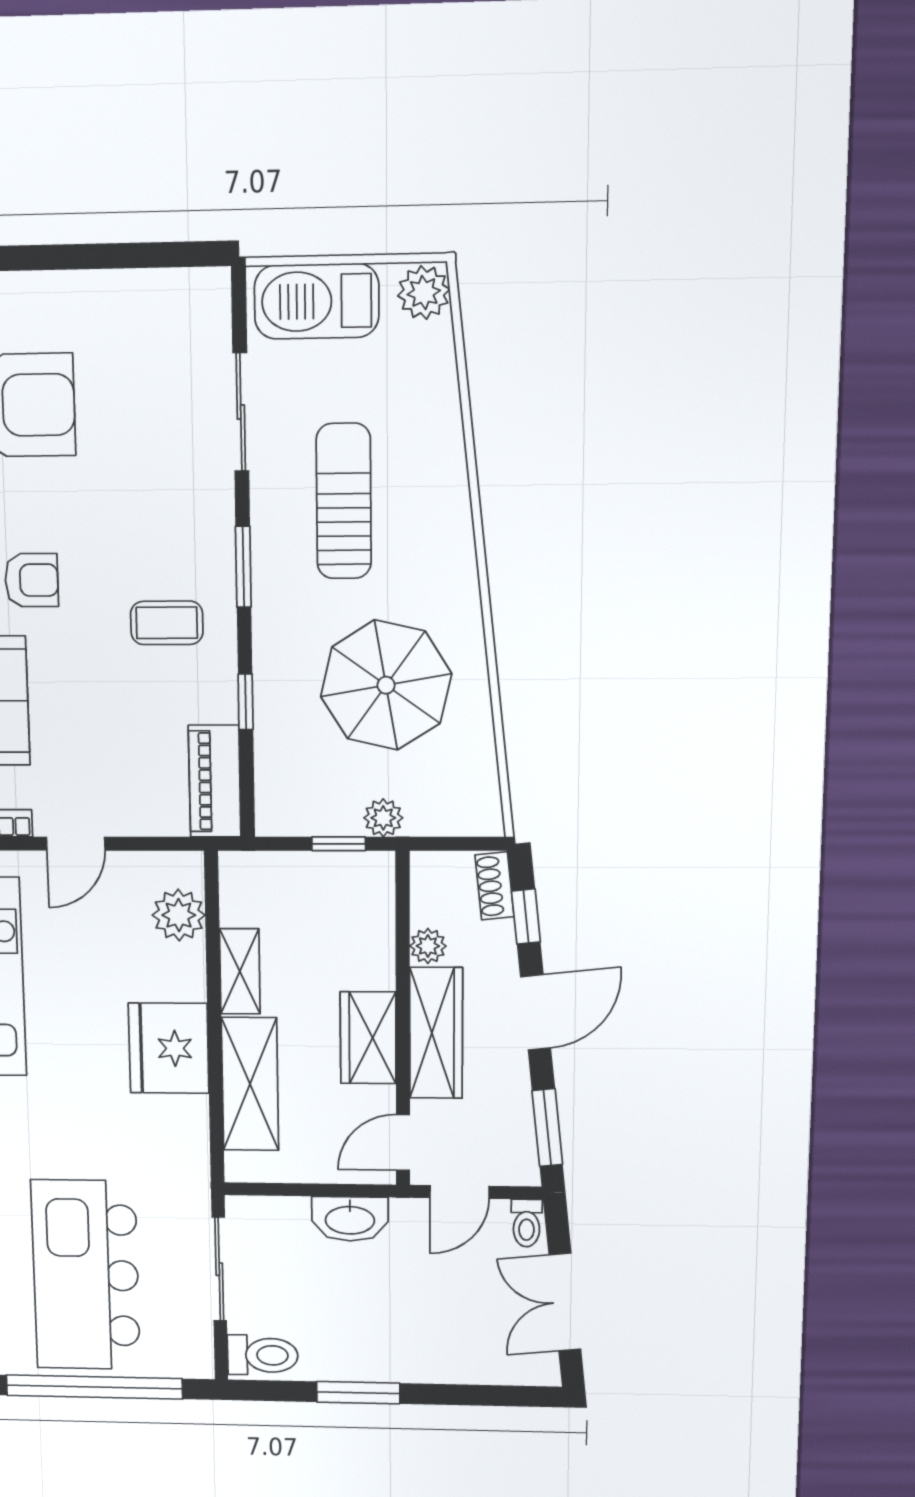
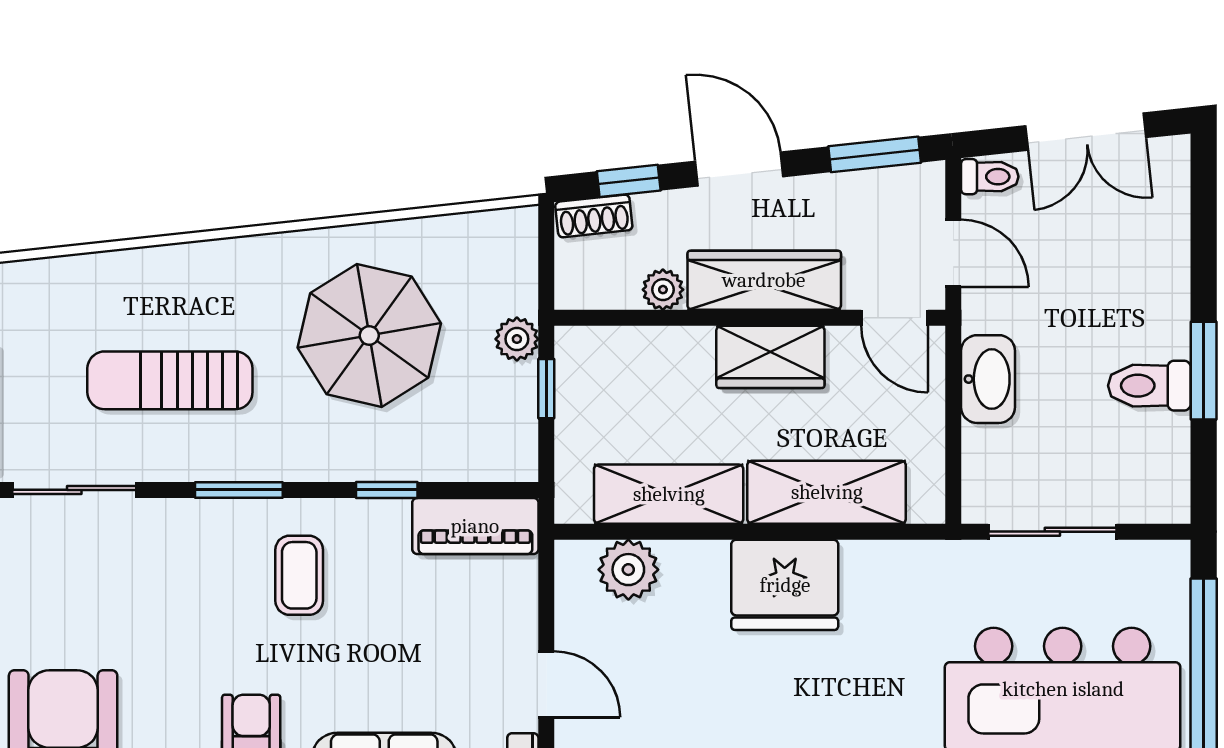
shelving: (240, 971) -> (669, 494), width x1.50, depth x1.33
toilet: (263, 1355) -> (1149, 386), moved, turned -90

